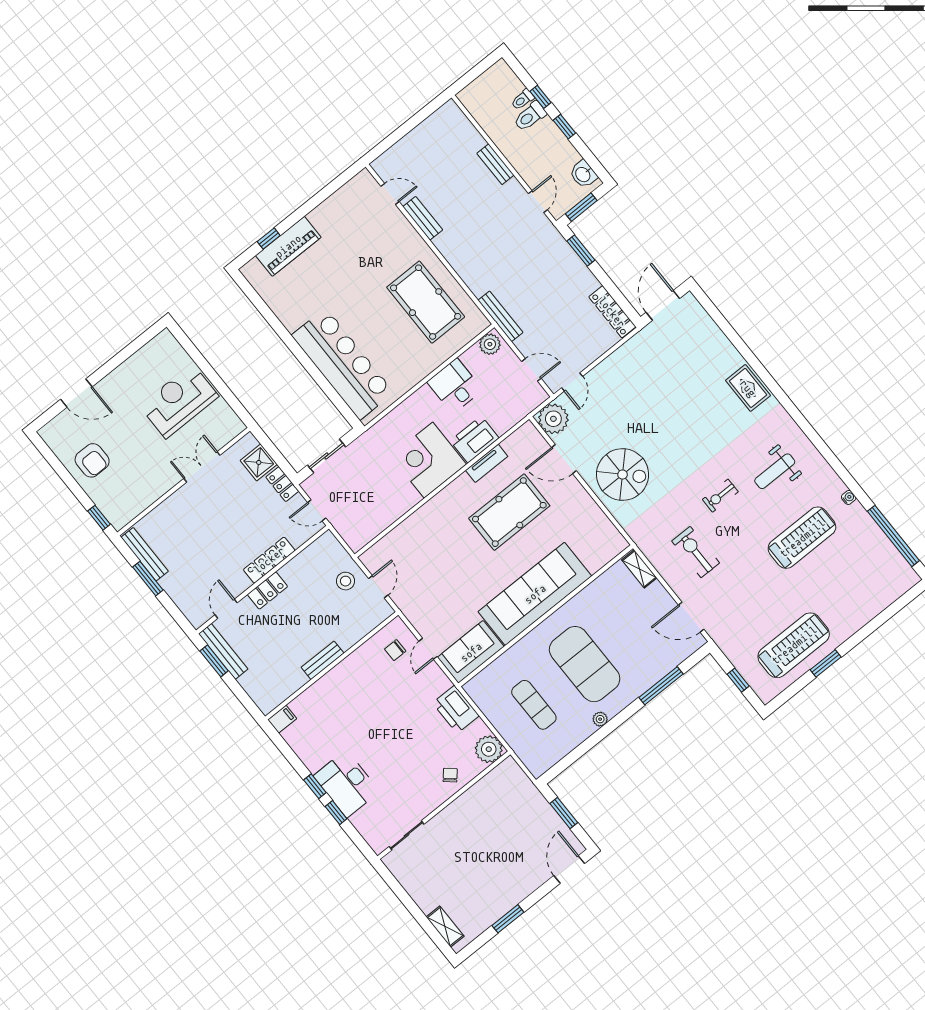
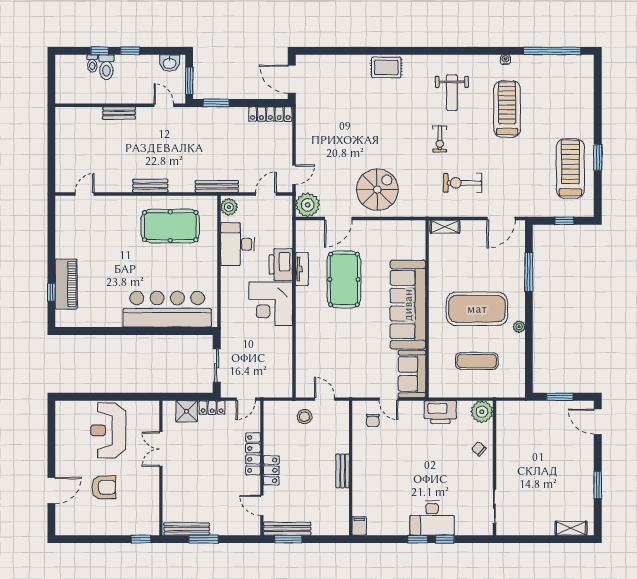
bench: (423, 218) -> (150, 186), moved
door: (572, 382) -> (294, 175), hinge flipped
desk: (455, 386) -> (237, 244), width x1.37
armchair: (92, 460) -> (104, 487), moved

